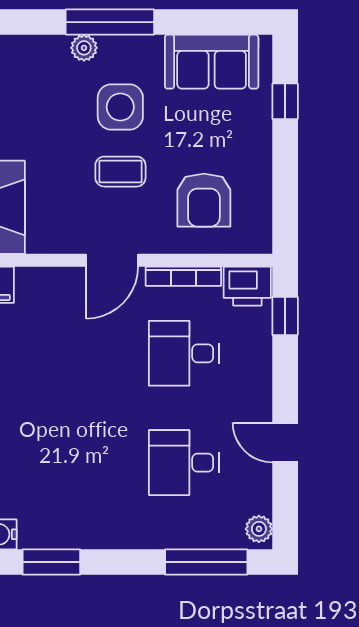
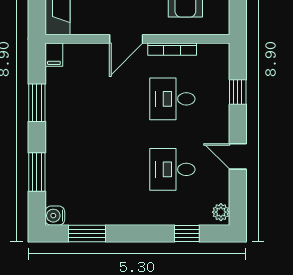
printer: (247, 286) -> (213, 56), removed
window: (285, 316) -> (238, 92), moved
window: (206, 562) -> (187, 234), width x0.46

